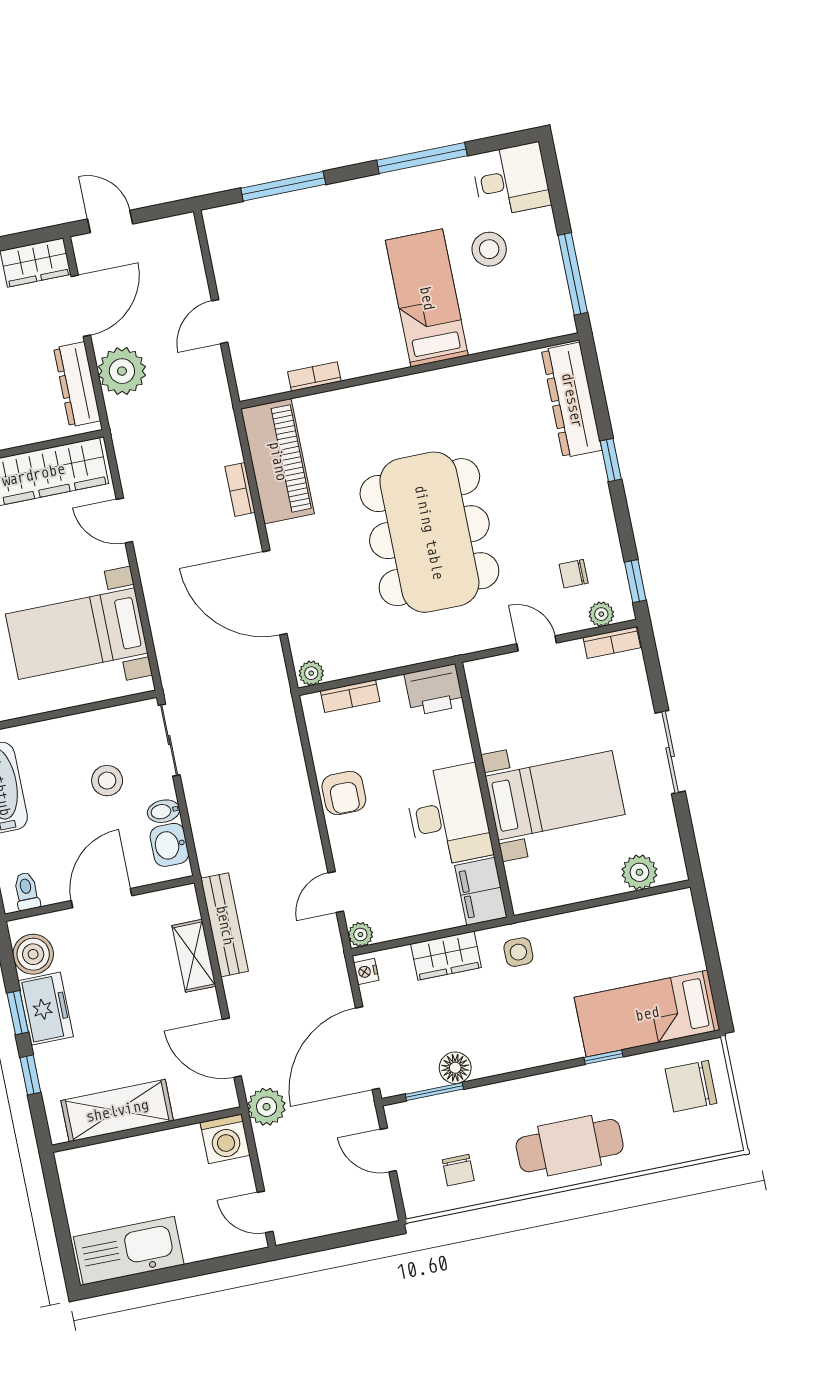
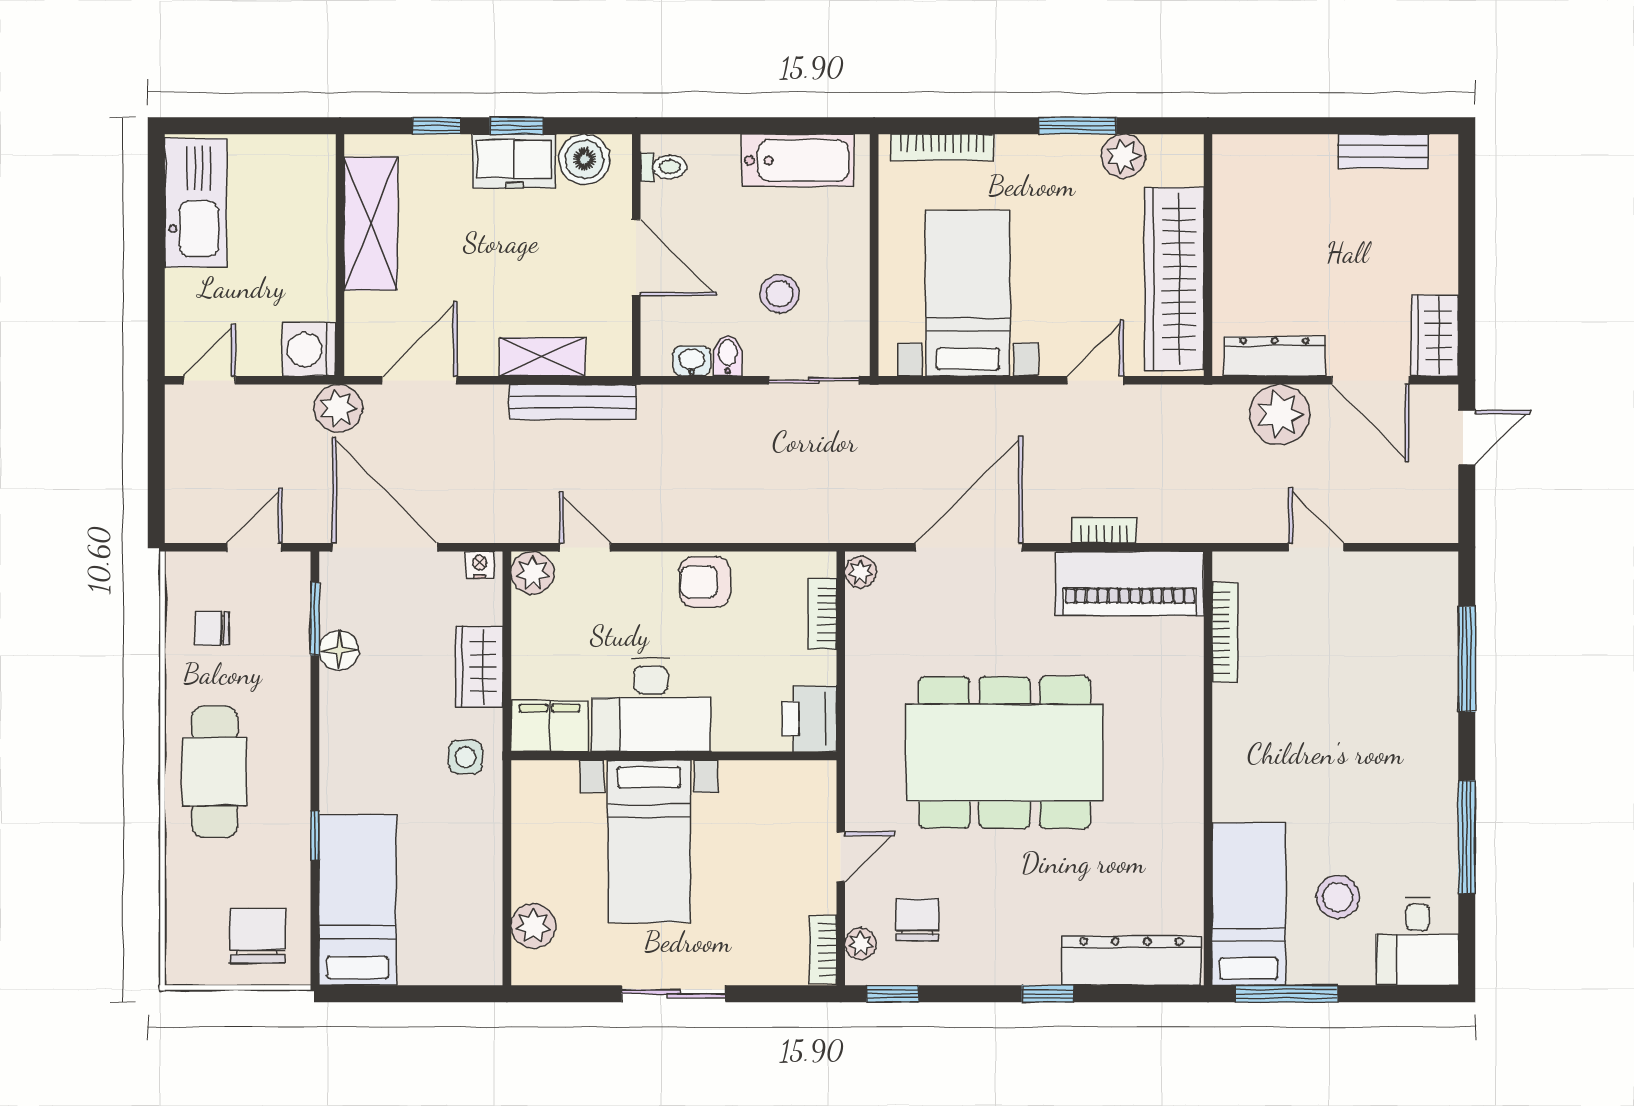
bed: (427, 298) -> (1249, 904), moved, turned -90
bookcase: (314, 376) -> (1225, 632), width x1.56
chair: (574, 574) -> (917, 920), width x1.37, depth x1.37
washbasin: (169, 845) -> (692, 361), width x0.72, depth x0.69
plant: (360, 935) -> (532, 573), width x1.38, depth x1.38

